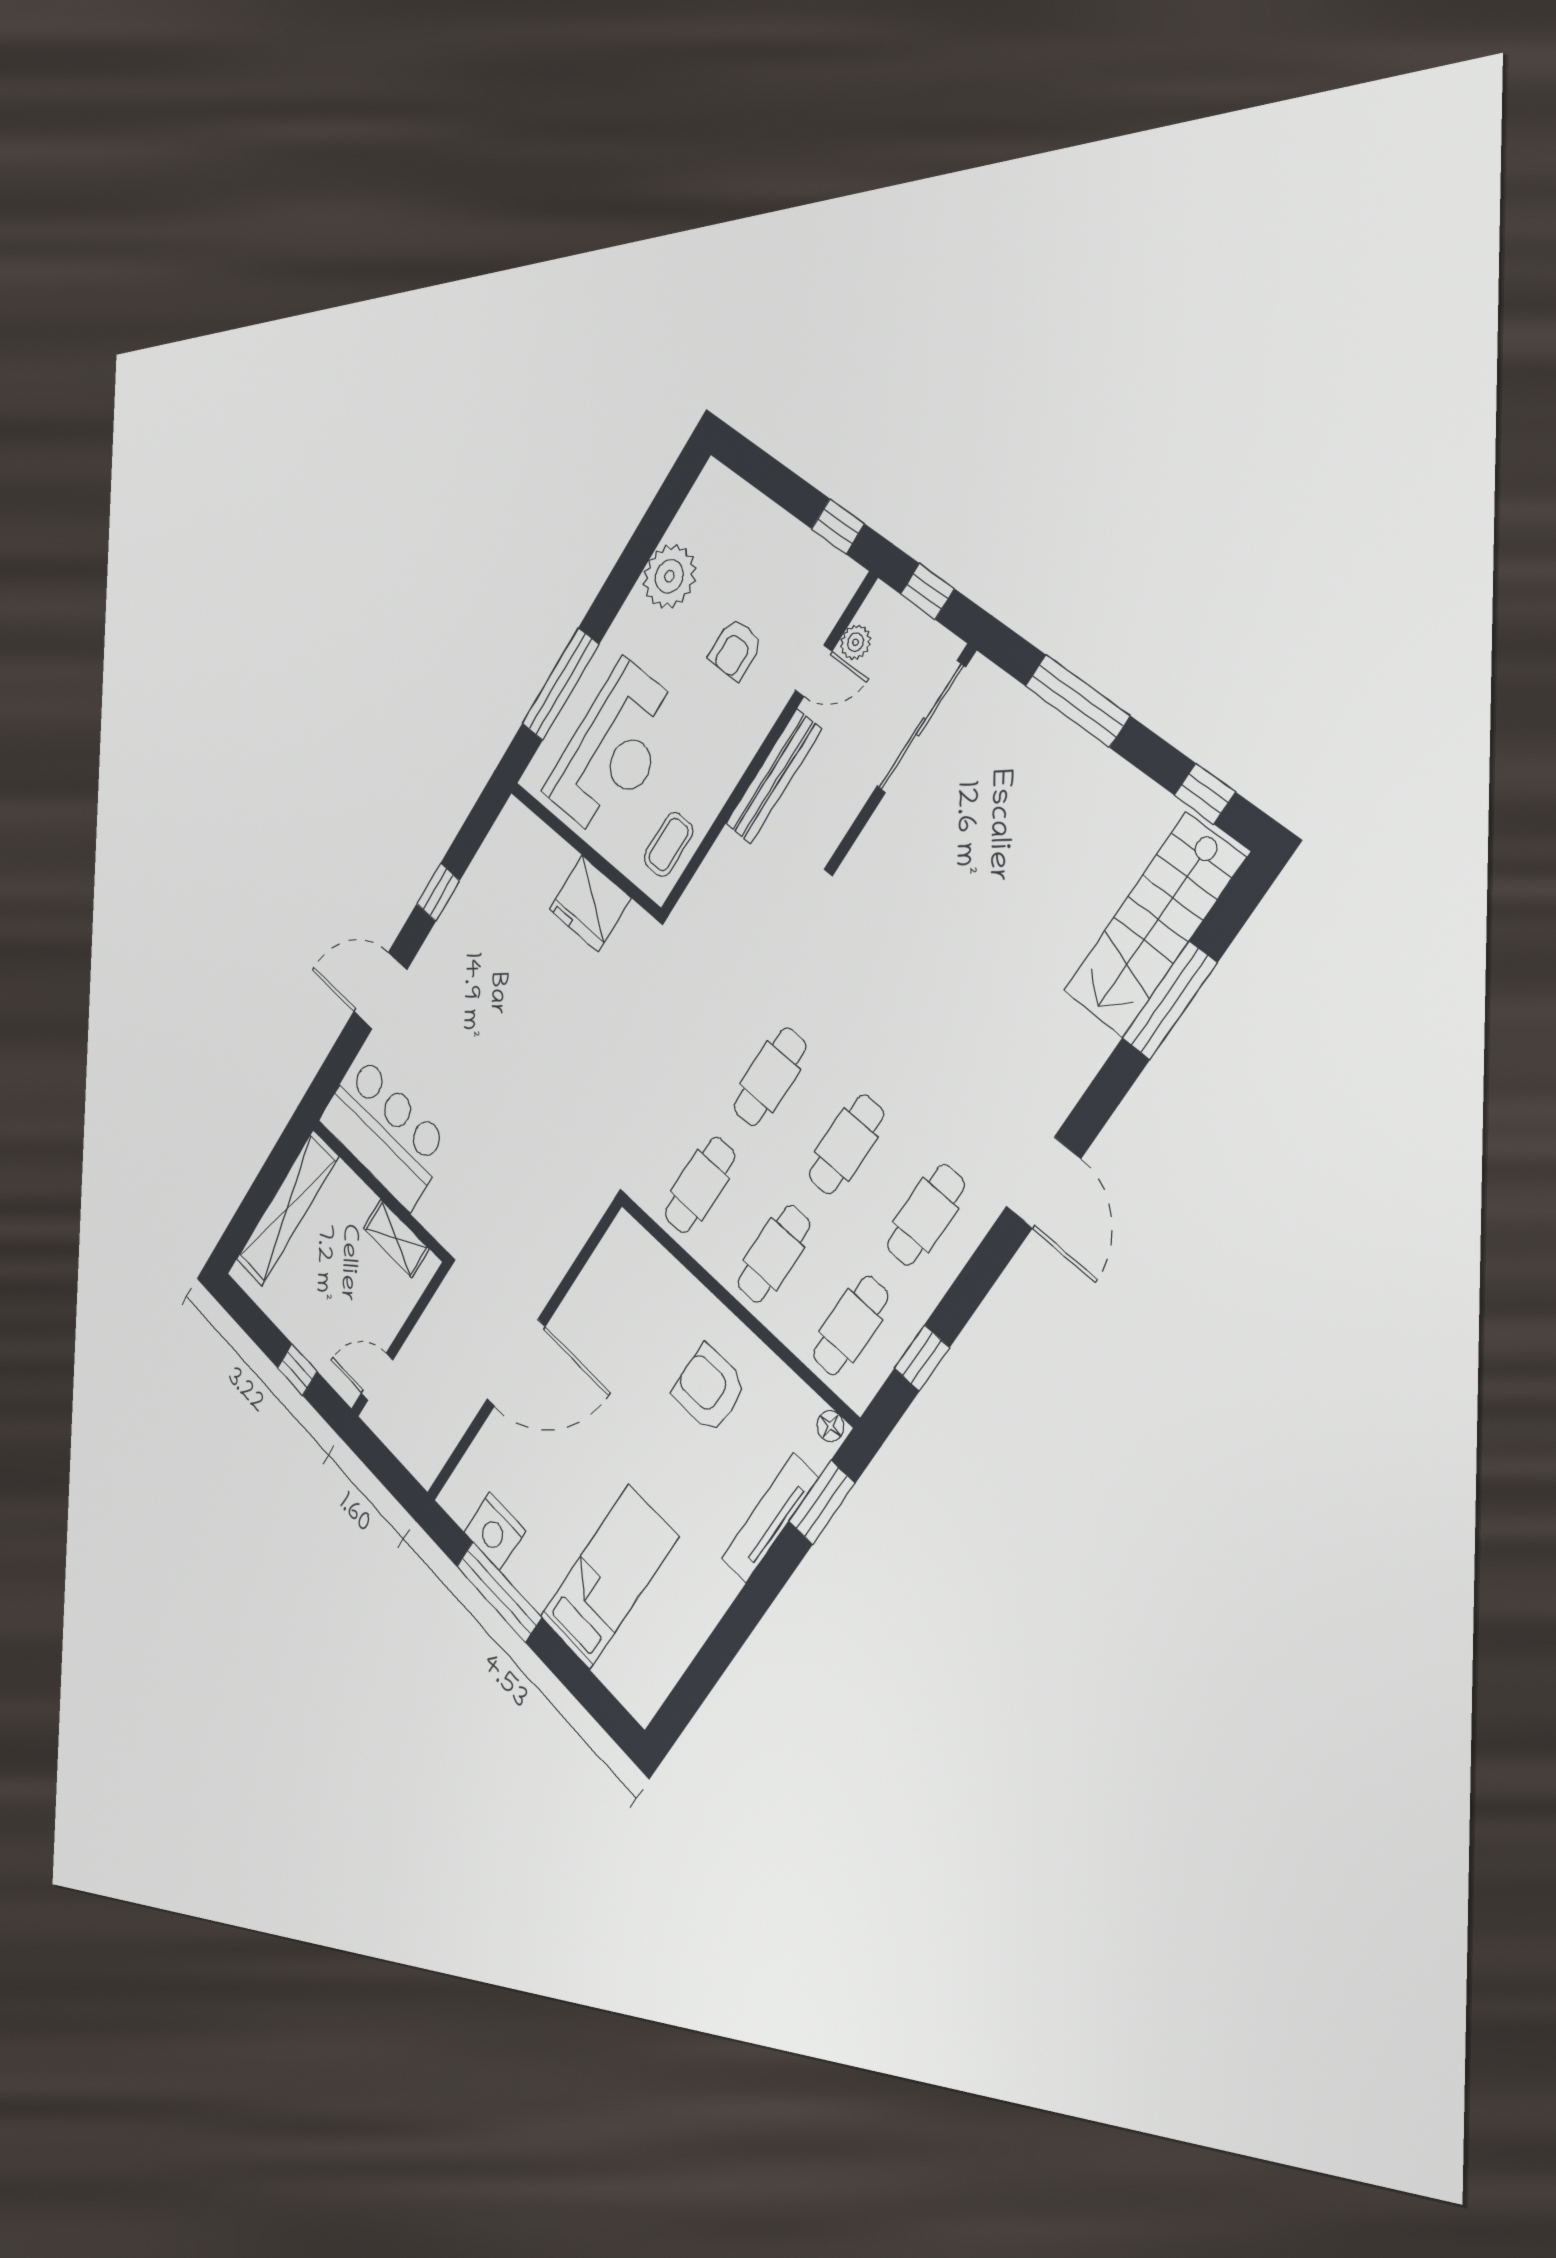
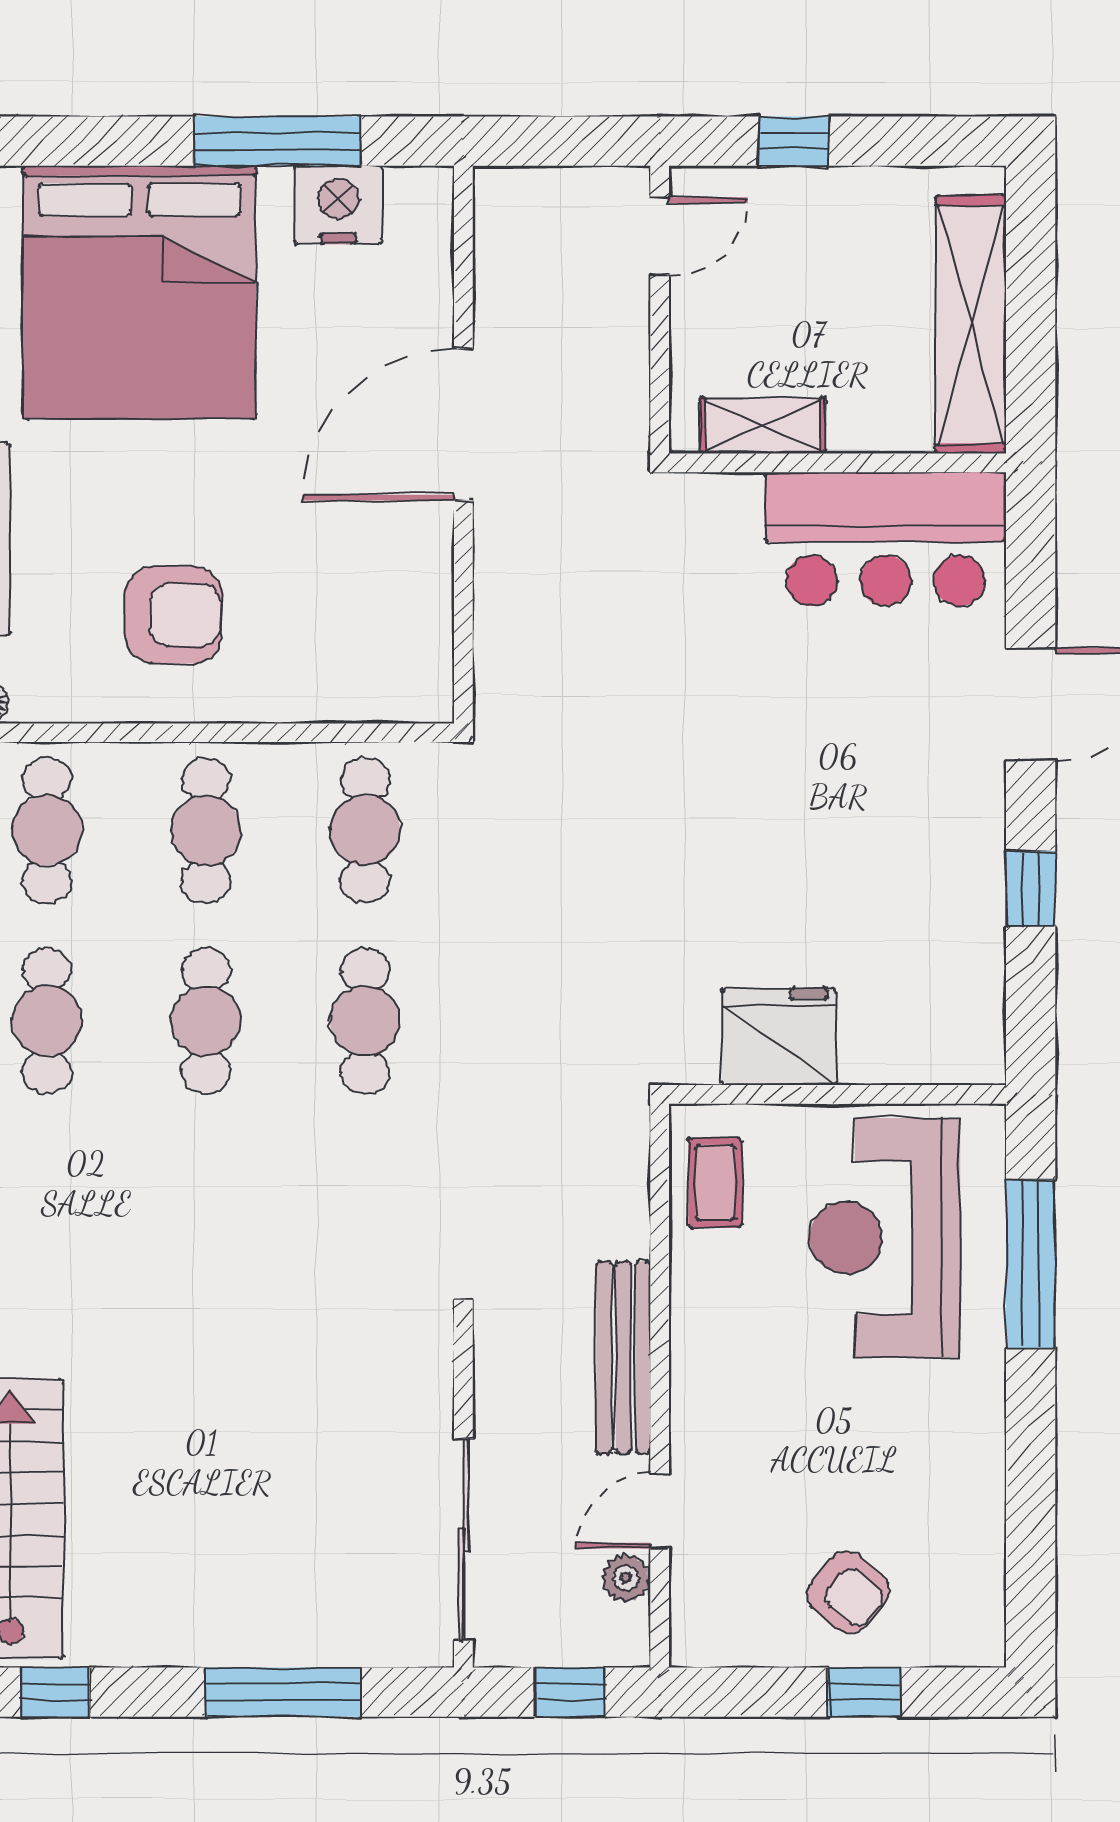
window: (838, 526) -> (864, 1692), moved
plant: (669, 576) -> (959, 1492), removed
armchair: (735, 649) -> (848, 1592), moved, turned 130
bed: (609, 1577) -> (140, 292), width x2.04

